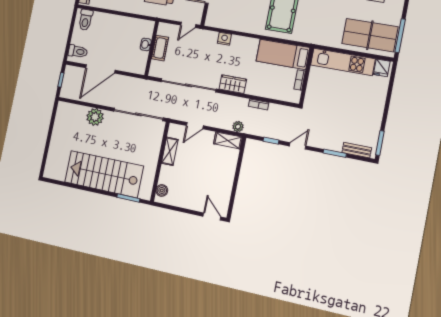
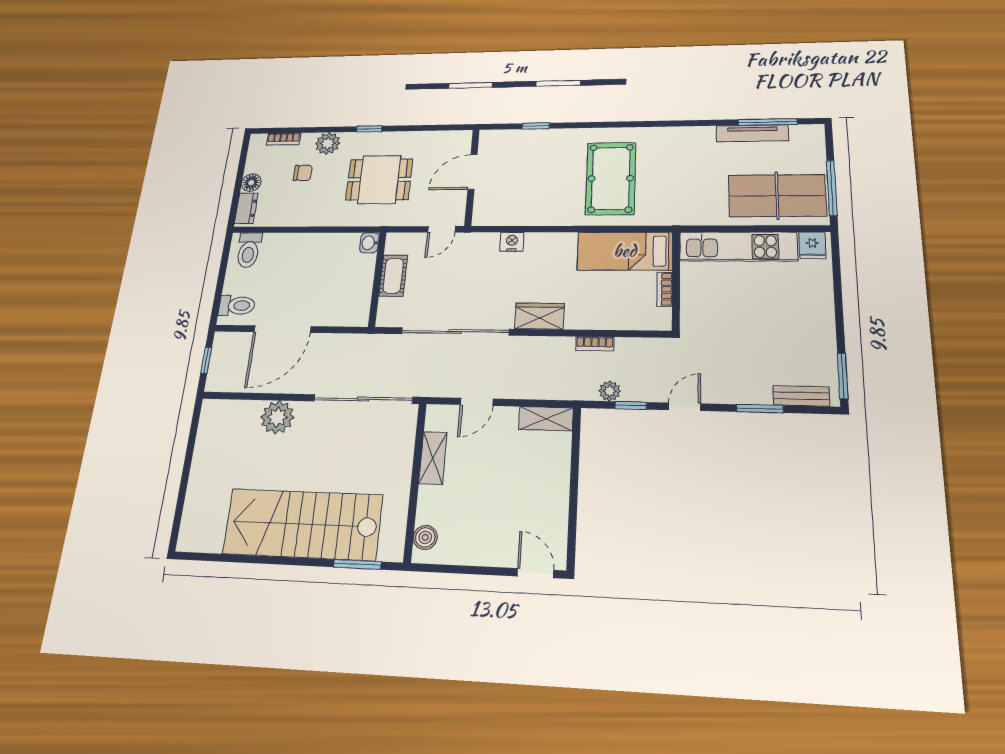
washbasin: (146, 44) -> (369, 243), moved
plant: (238, 127) -> (610, 391), moved

